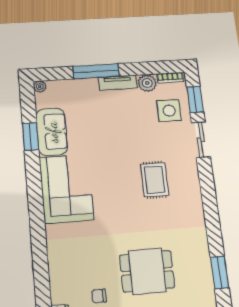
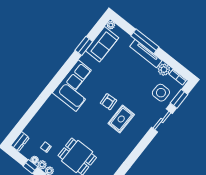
tv unit: (118, 83) -> (146, 54), width x1.41
sofa: (52, 132) -> (102, 44), moved
armchair: (121, 174) -> (108, 102), added

